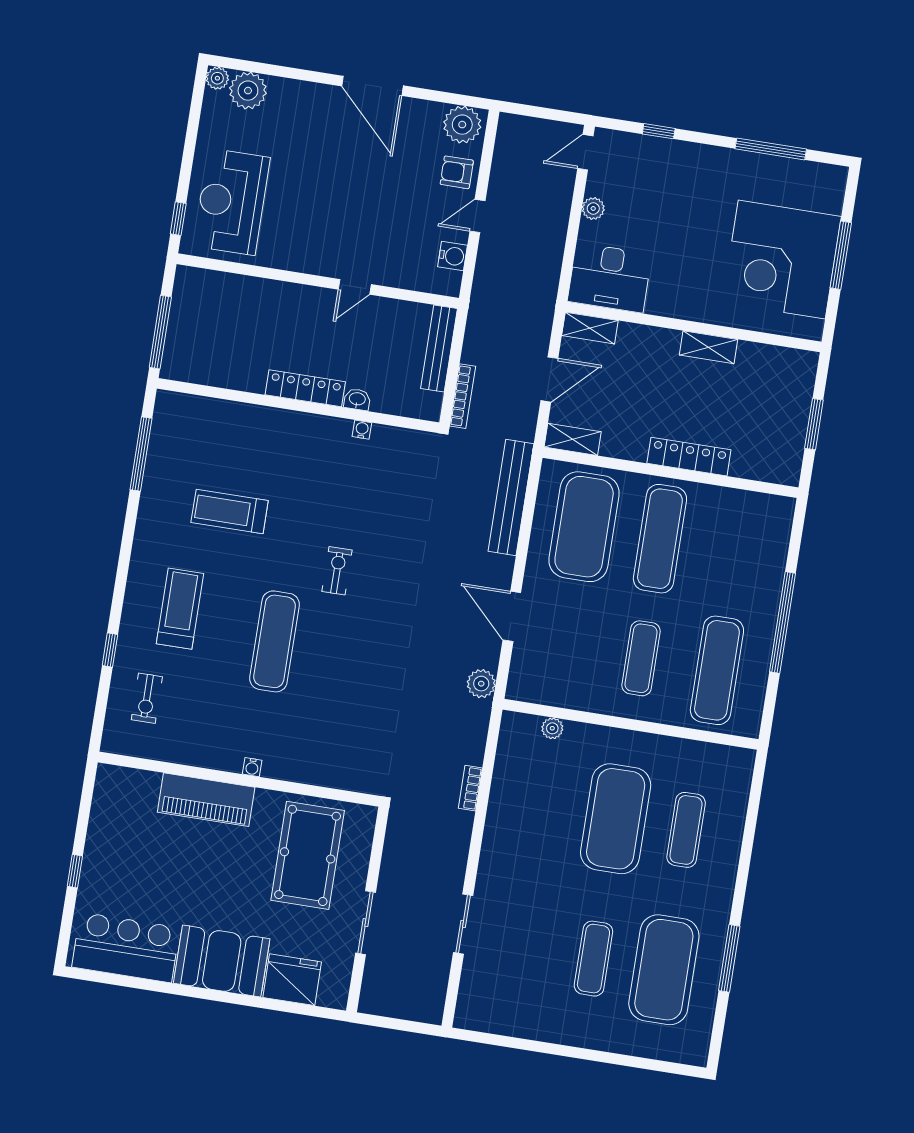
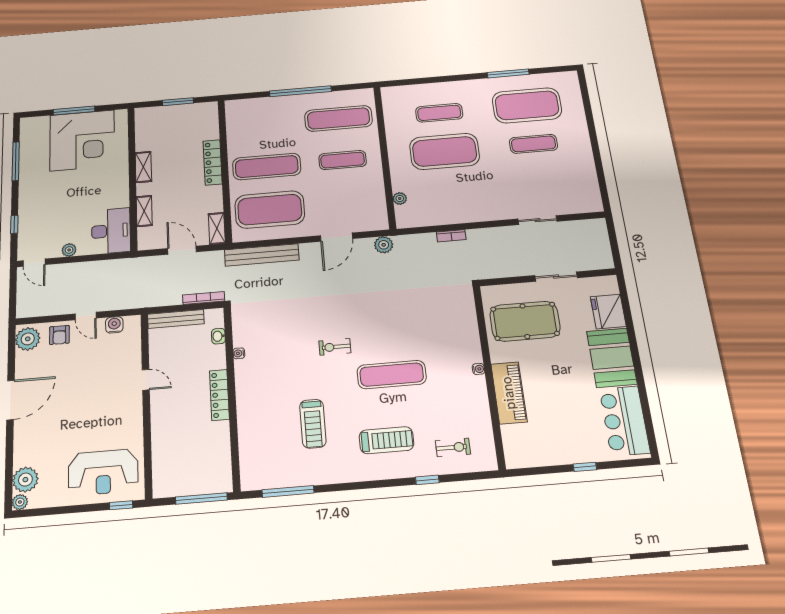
shelving: (590, 328) -> (144, 211), moved
washbasin: (357, 399) -> (218, 336), moved
treadmill: (180, 609) -> (386, 440), turned 180

